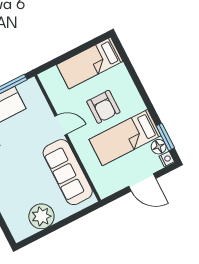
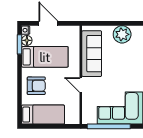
armchair: (103, 107) -> (36, 86), moved, turned 90

